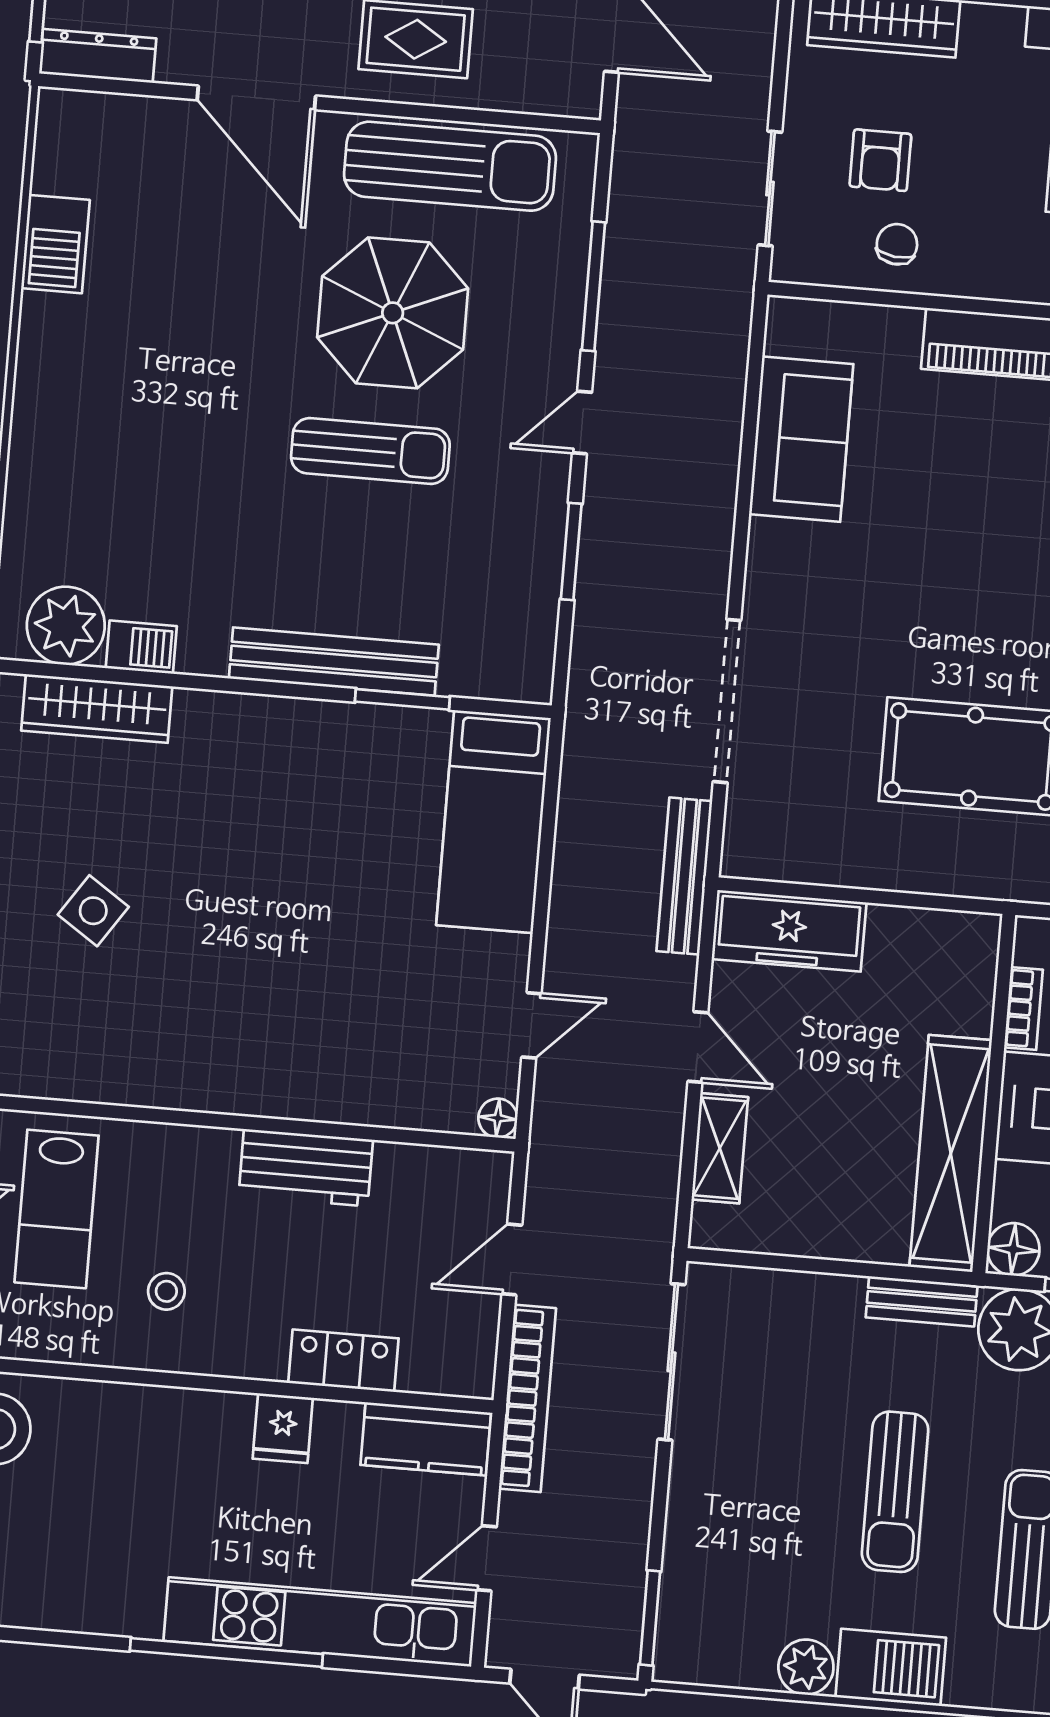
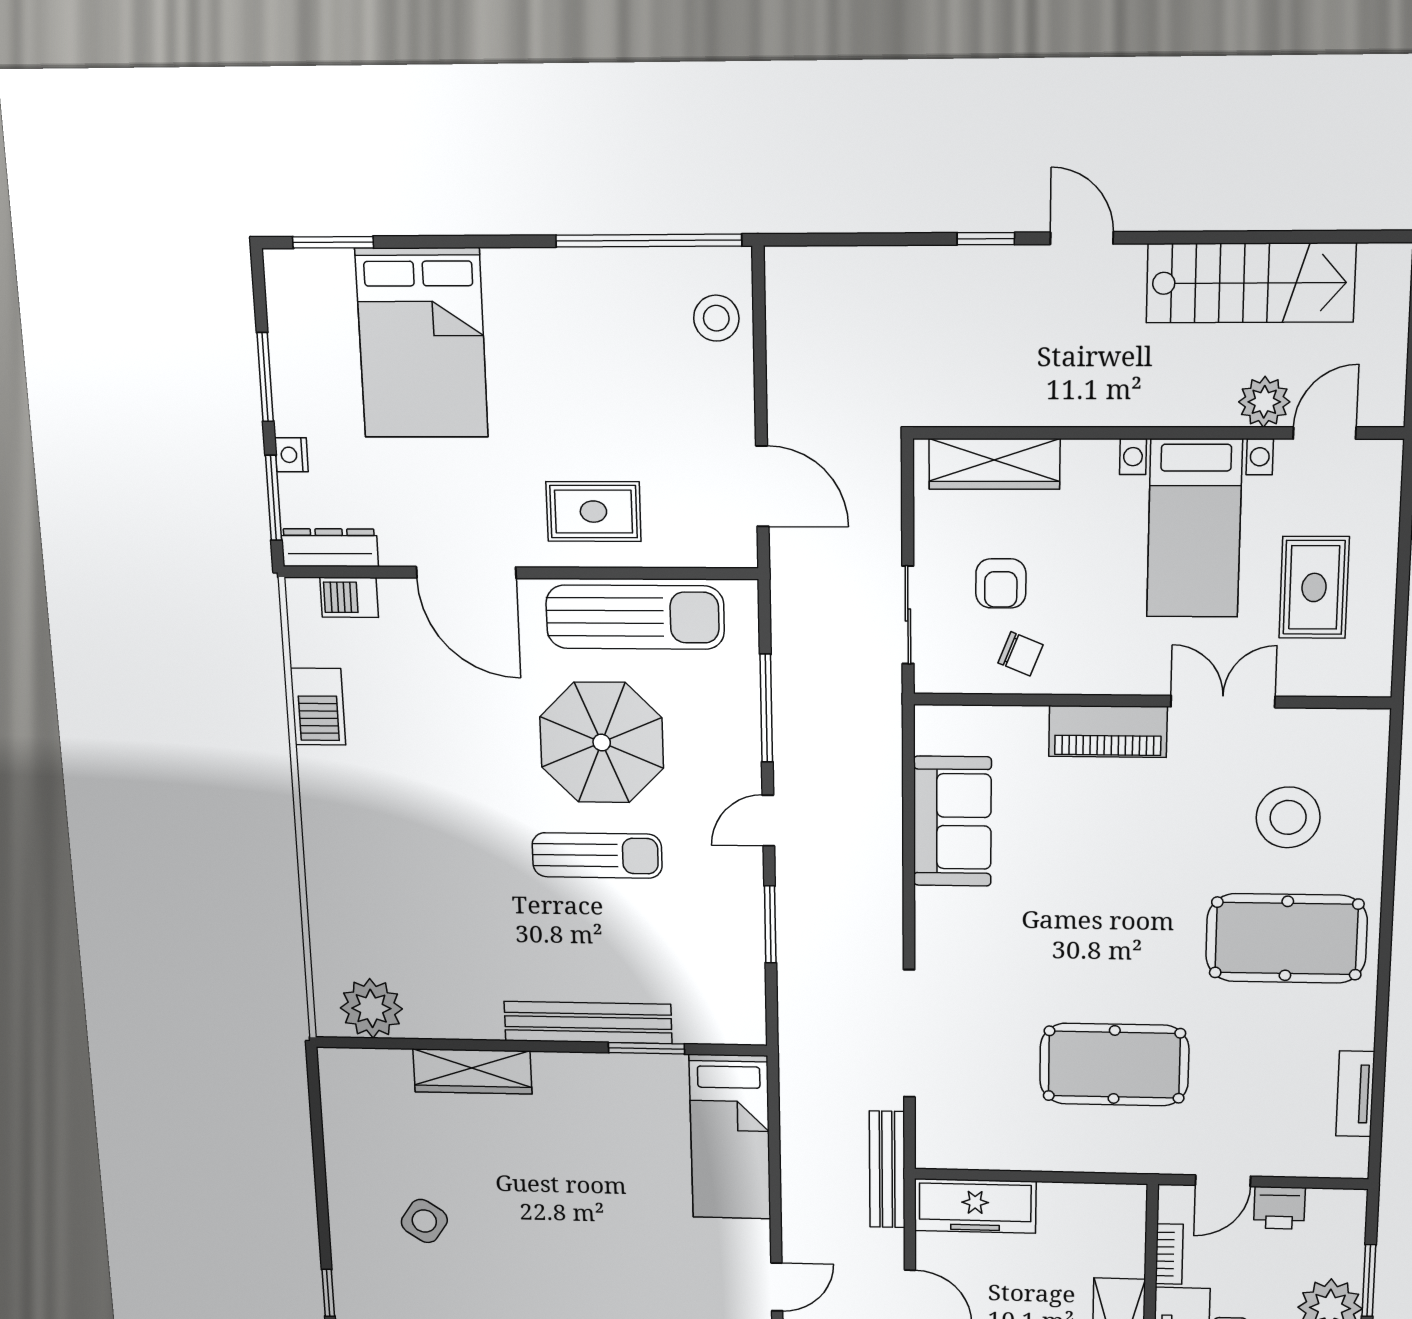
chair: (897, 244) -> (1021, 654), turned 105
barbecue: (141, 647) -> (349, 597), moved, turned 180
wardrobe: (97, 709) -> (472, 1071), moved

